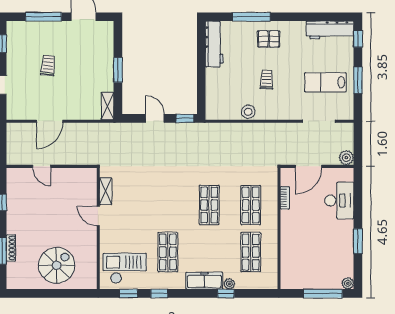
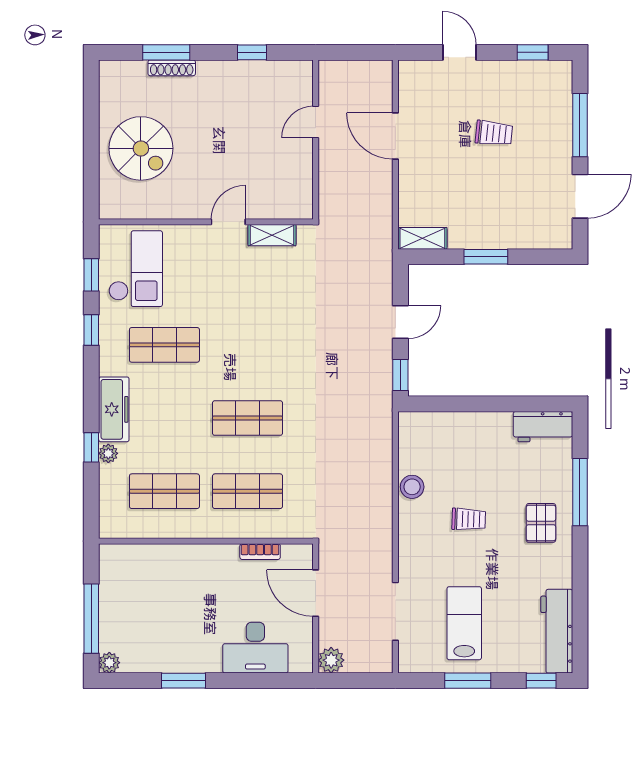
workbench: (214, 44) -> (543, 427), width x0.73

